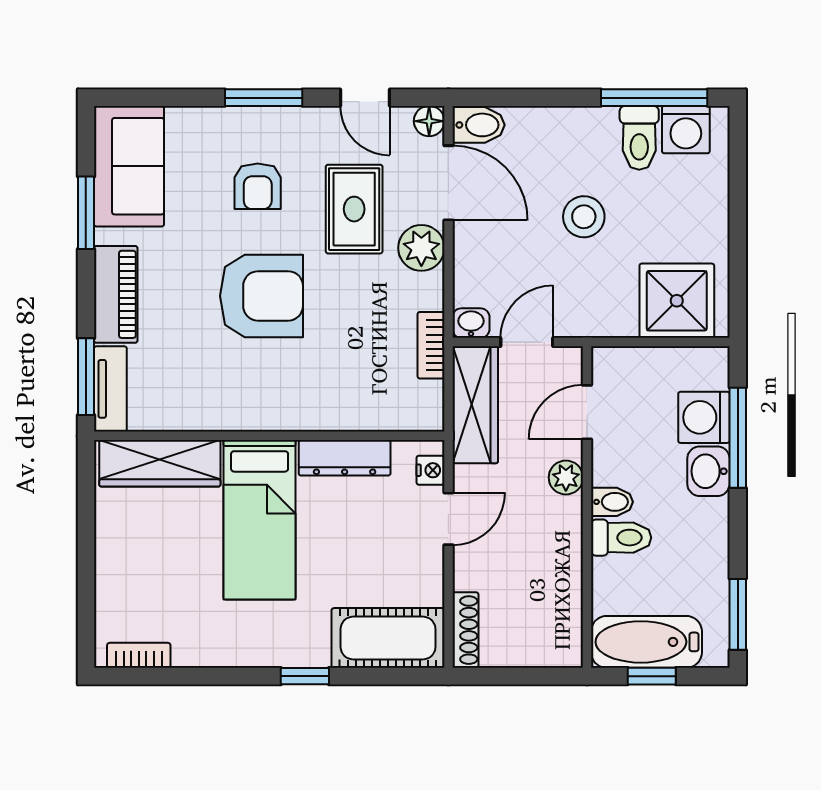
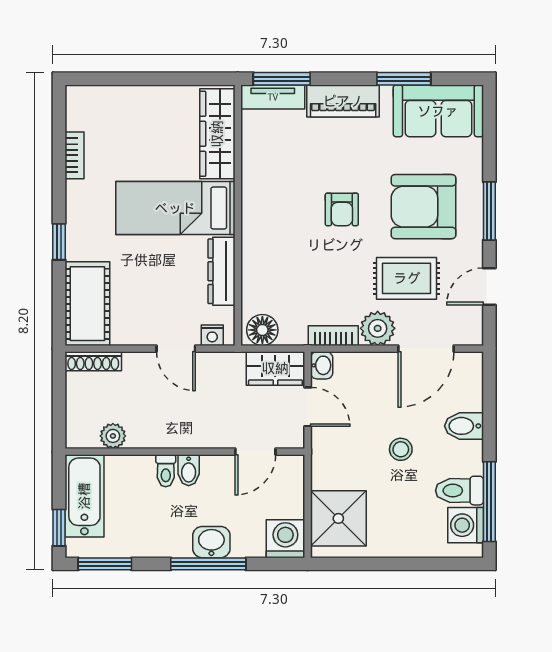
floor lamp: (429, 121) -> (262, 330), moved, width x1.37, depth x1.37
bidet: (479, 125) -> (464, 426), moved, turned 90
armchair: (258, 186) -> (423, 207), width x1.88, depth x1.88
stool: (584, 217) -> (401, 449), width x0.73, depth x0.73
armchair: (261, 296) -> (342, 209), width x0.53, depth x0.53
bookcase: (431, 345) -> (333, 336), moved
wardrobe: (475, 405) -> (275, 368), width x0.67
door: (587, 412) -> (255, 452), swing flipped
washing machine: (704, 417) -> (285, 539), moved
window: (738, 438) -> (208, 564), moved
plant: (566, 478) -> (113, 436), moved
toilet: (621, 538) -> (166, 471), width x0.73, depth x0.72
bookcase: (139, 655) -> (74, 155), moved
window: (652, 676) -> (59, 528), moved

